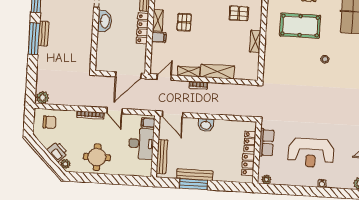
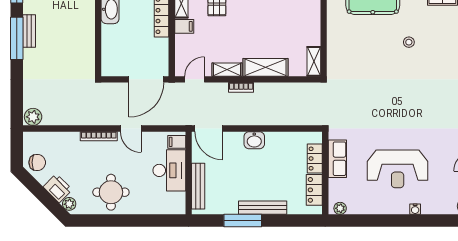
shelving: (255, 41) -> (314, 61), moved
chair: (50, 122) -> (37, 162), moved
bench: (195, 175) -> (263, 208), moved

